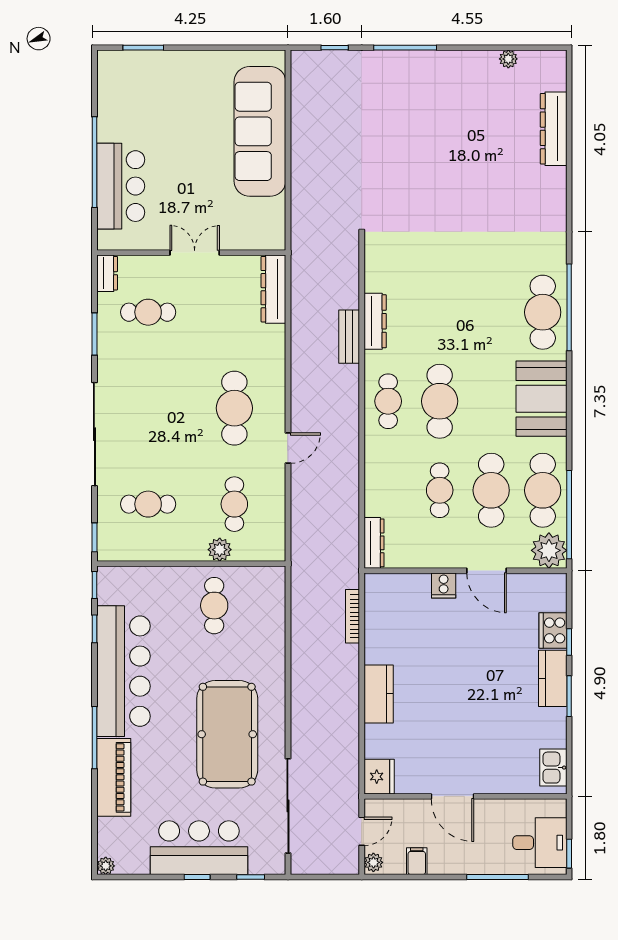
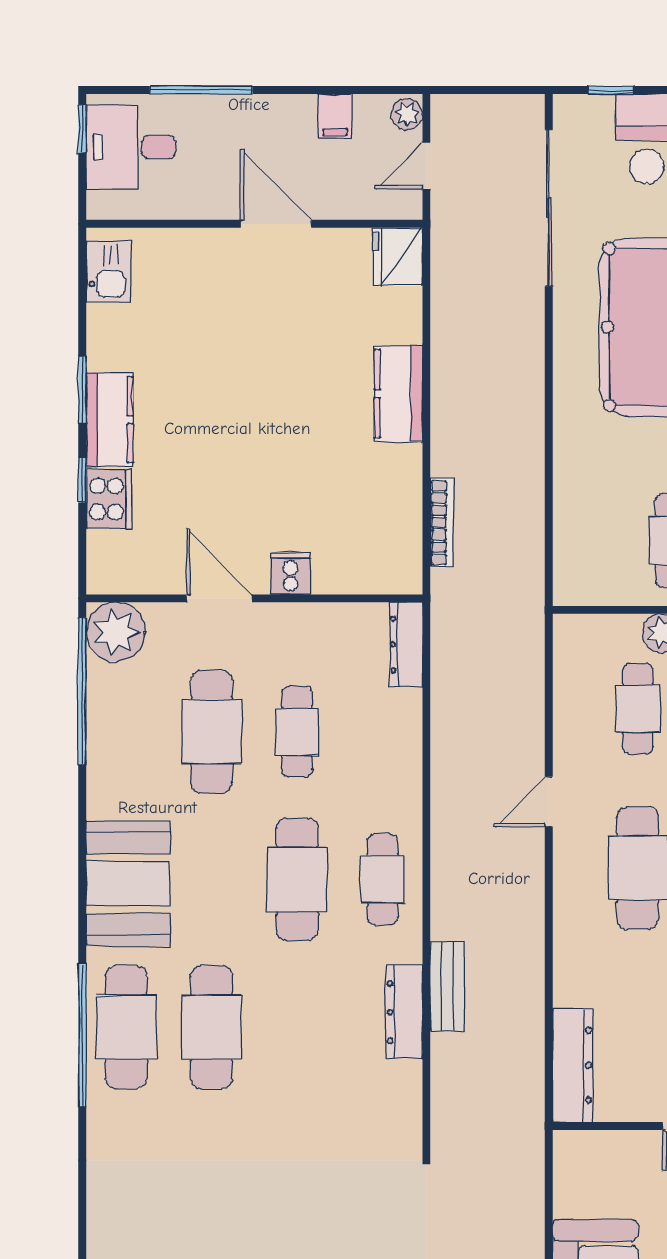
cafe table: (543, 490) -> (212, 1027), moved

